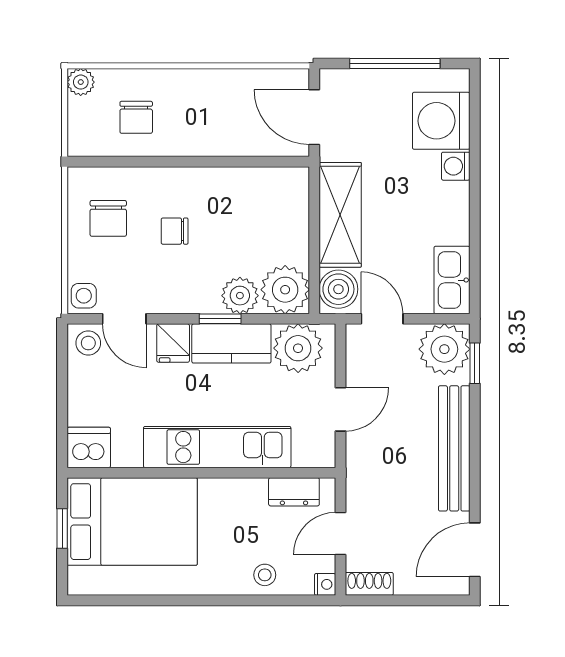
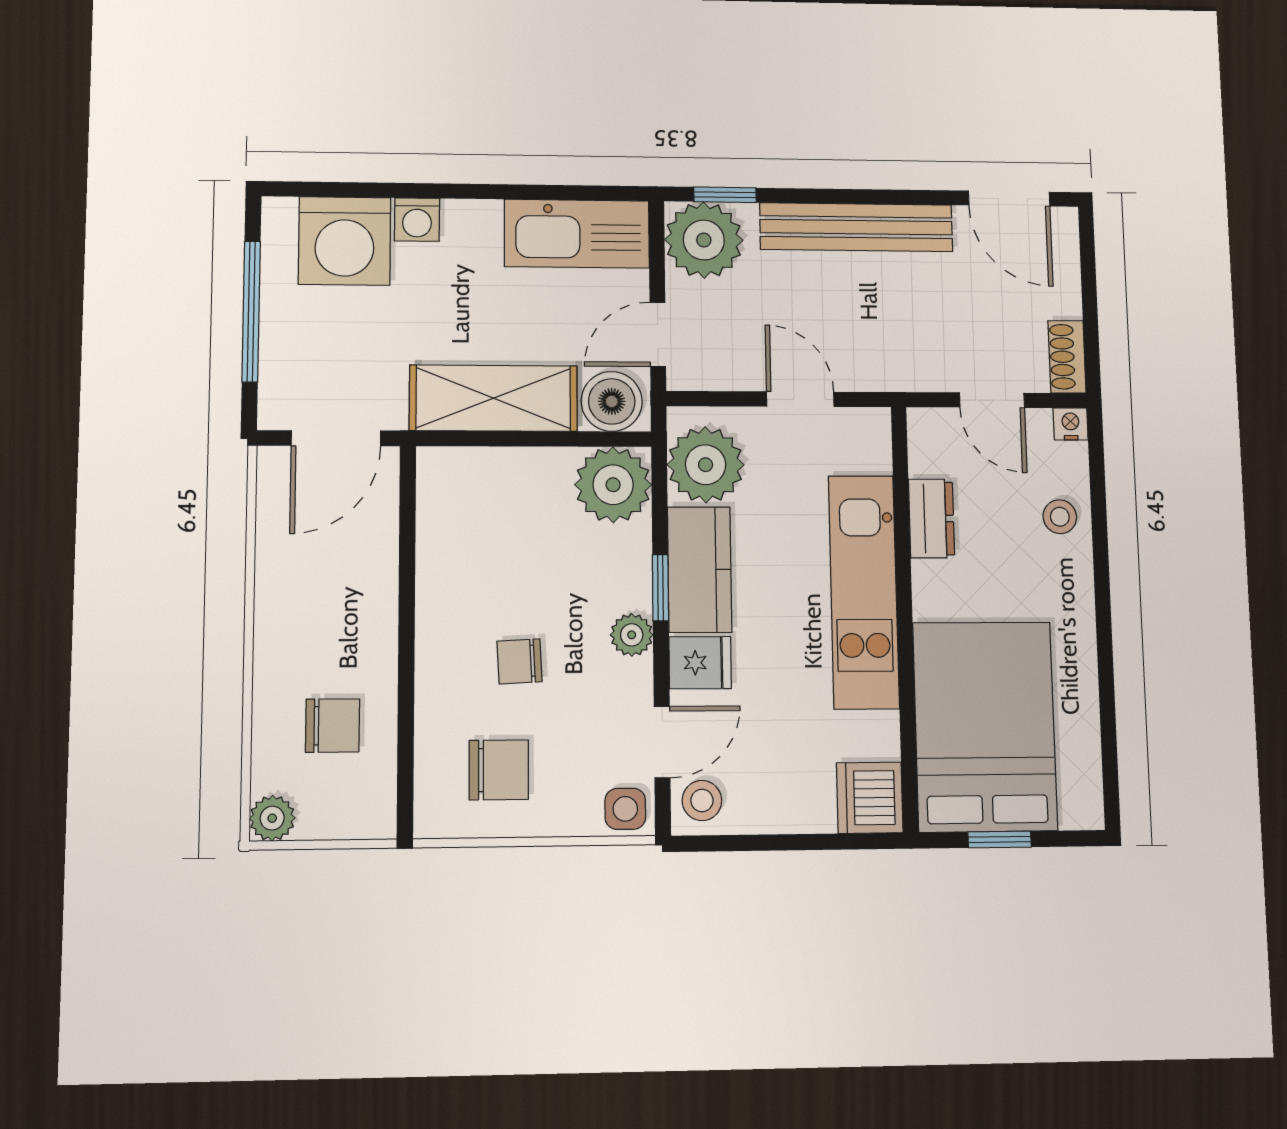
chair: (175, 231) -> (520, 661), turned 87
kitchen sink: (452, 280) -> (577, 234), width x1.36, depth x1.24
plant: (240, 296) -> (632, 635), moved, width x0.73, depth x0.73
dresser: (294, 492) -> (932, 518), moved

